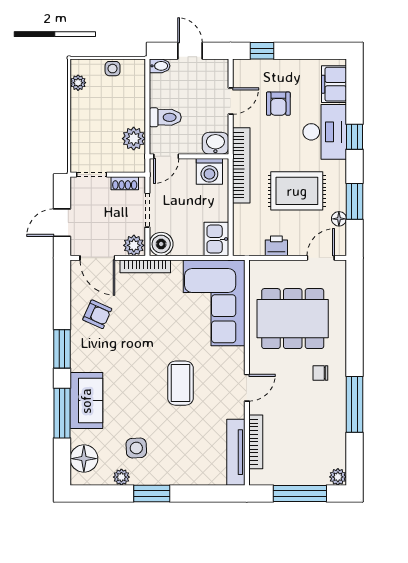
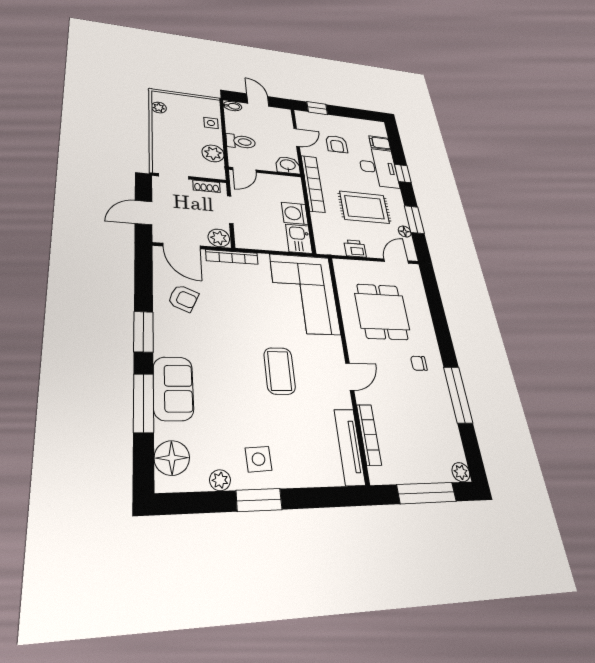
side table: (113, 69) -> (211, 123), moved
filing cabinet: (334, 84) -> (380, 143), width x0.50
washing machine: (209, 171) -> (295, 213), moved, turned 90
boiler: (161, 244) -> (246, 239), removed
dining table: (293, 319) -> (382, 312), width x0.73
side table: (136, 448) -> (258, 459), moved

